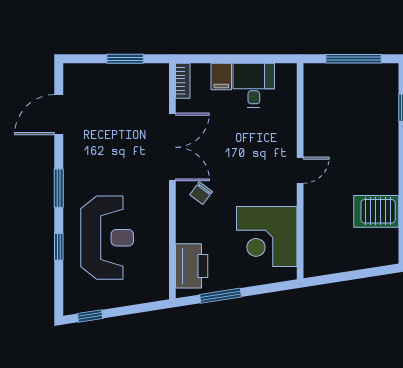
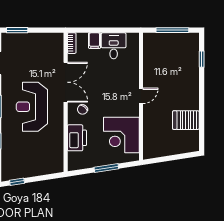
window: (125, 59) -> (17, 30), moved
reception desk: (107, 238) -> (32, 107), moved, turned 180
printer: (192, 266) -> (77, 138), moved
window: (221, 296) -> (106, 168), moved

